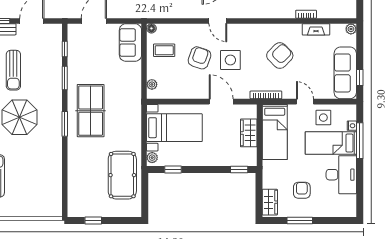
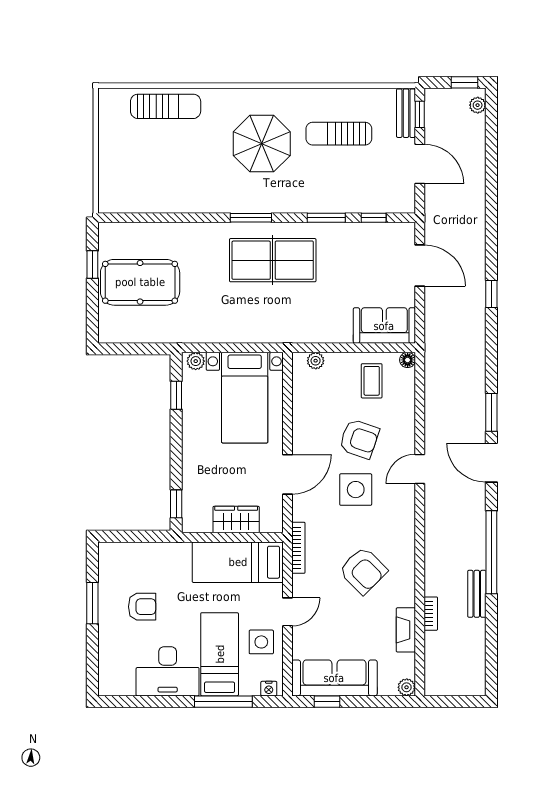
nightstand: (352, 126) -> (269, 689), moved
pool table: (122, 175) -> (140, 282), moved
wardrobe: (270, 202) -> (123, 554), removed

